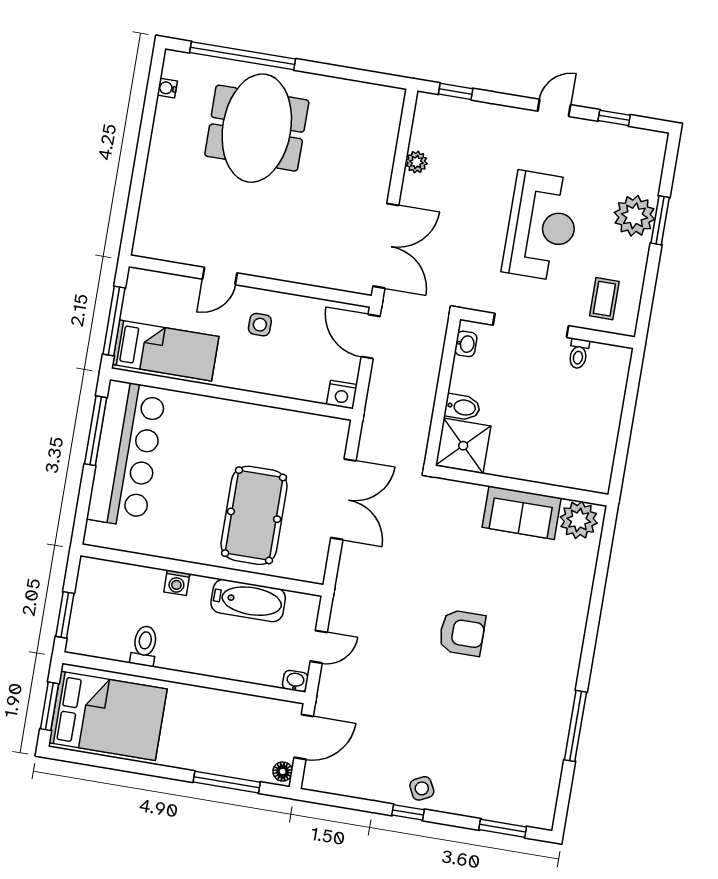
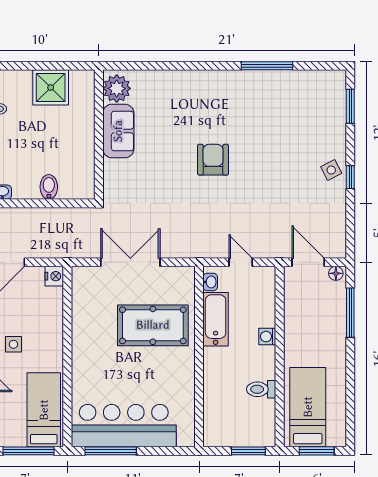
shower: (463, 446) -> (51, 87), moved
washing machine: (177, 583) -> (267, 337), moved, turned 180
washbasin: (295, 681) -> (210, 282), moved, turned 180
bed: (108, 716) -> (308, 407), width x0.67

